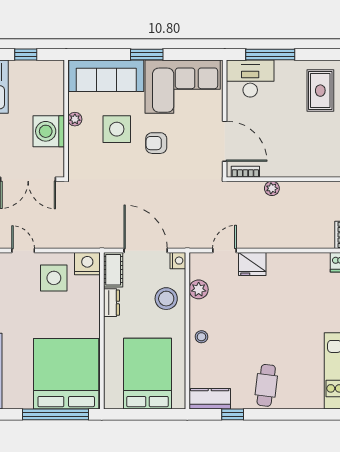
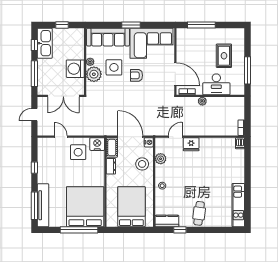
desk: (250, 79) -> (216, 84), moved, turned 180
rug: (320, 91) -> (224, 56), moved
plant: (81, 141) -> (94, 74), added

